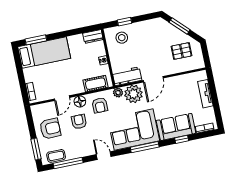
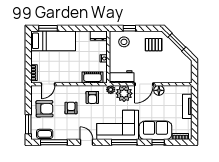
pallet: (181, 51) -> (154, 45), moved
door: (62, 98) -> (48, 84), moved
floor lamp: (80, 101) -> (159, 90), moved

